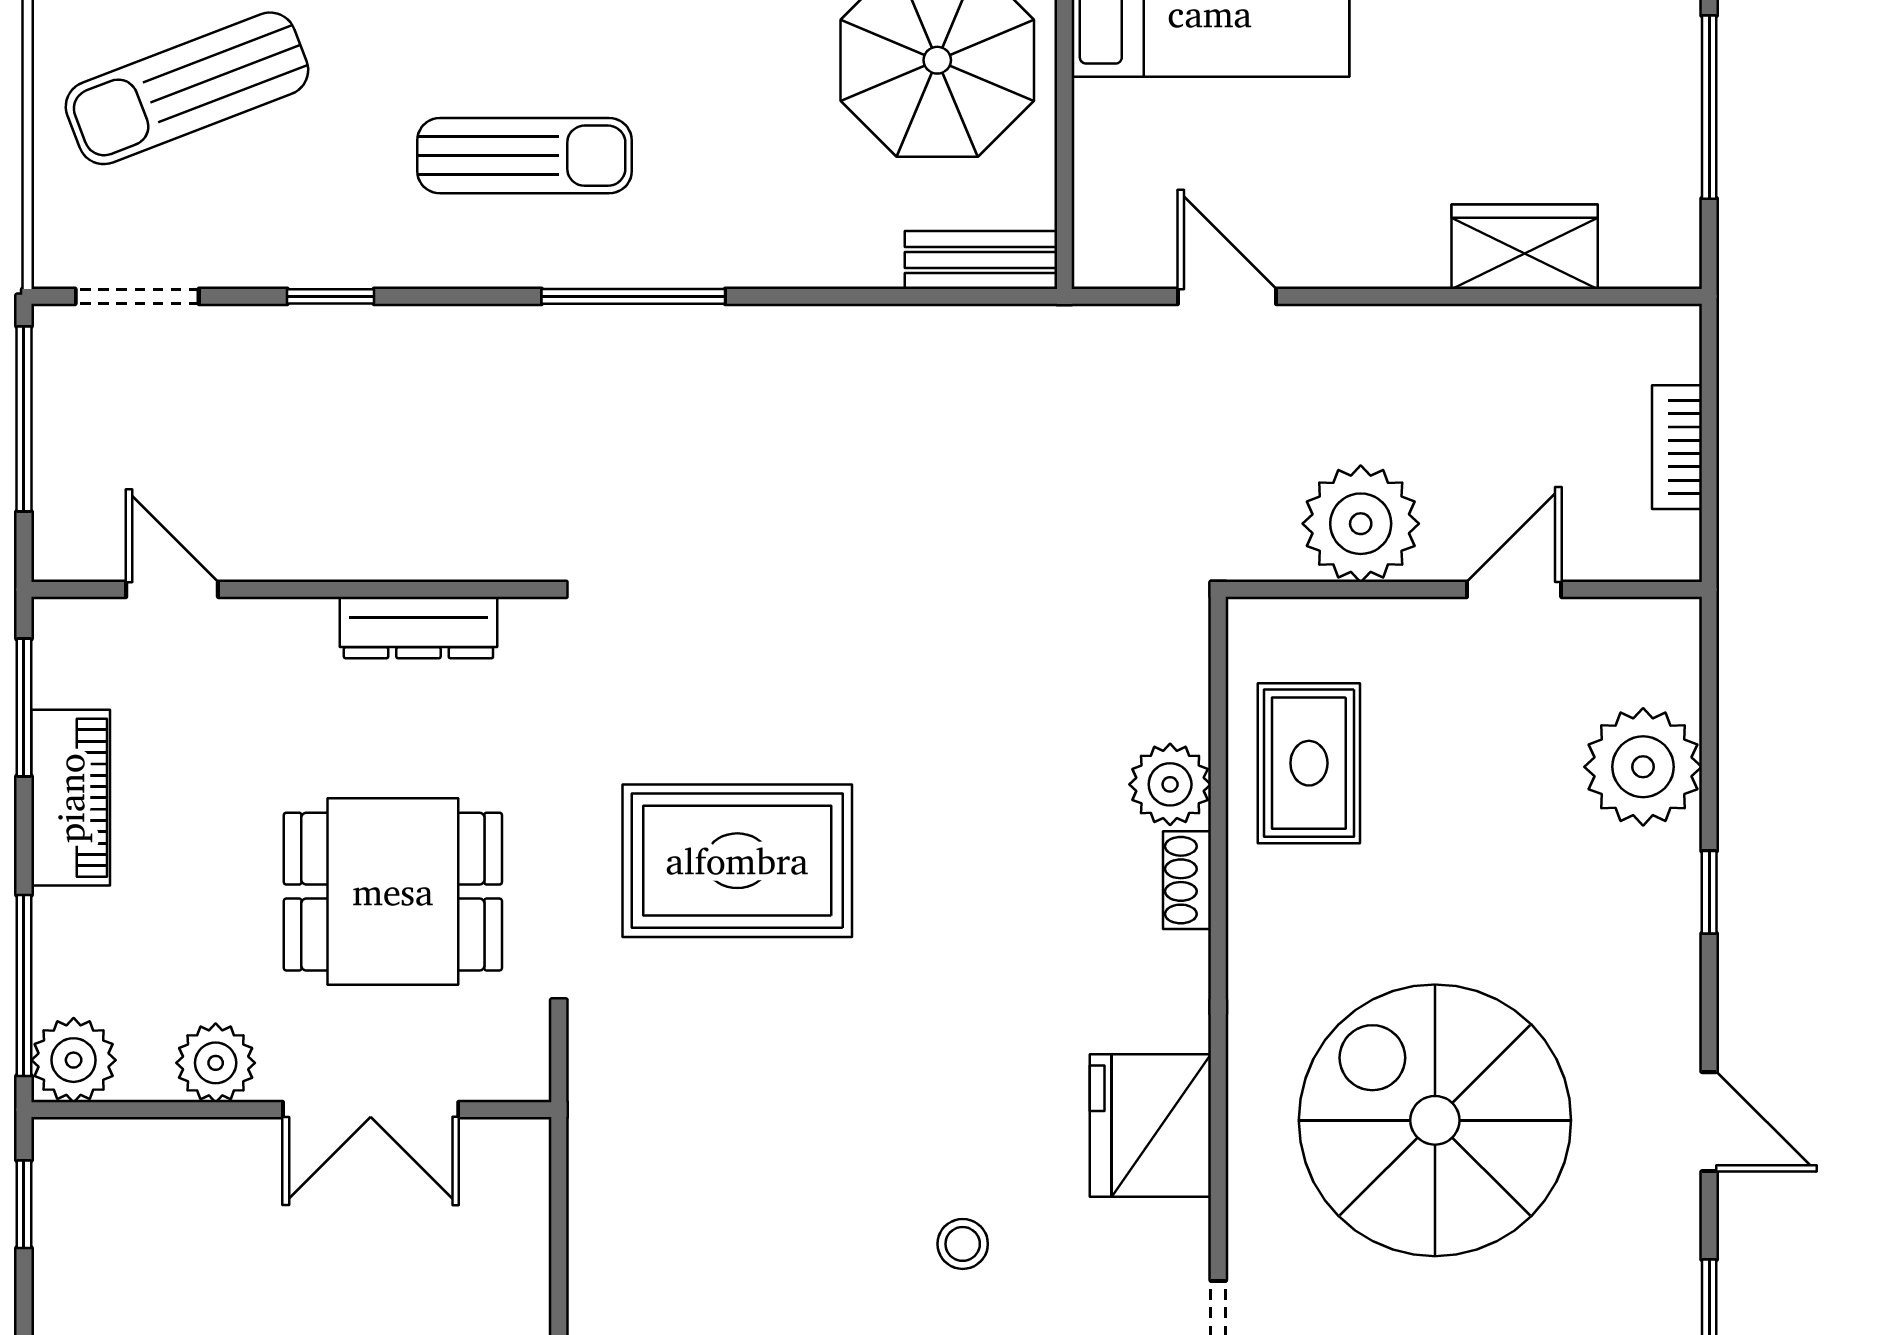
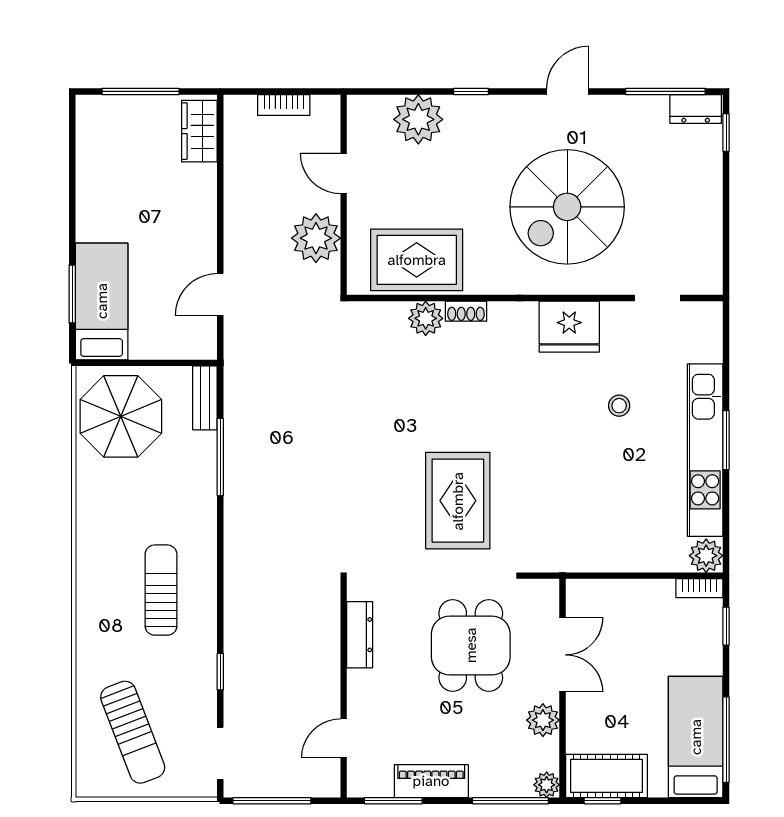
wardrobe: (1525, 247) -> (199, 131), moved
window: (633, 296) -> (220, 457), moved
rug: (1309, 763) -> (417, 260), width x1.36, depth x1.43
plant: (74, 1060) -> (547, 785), width x0.73, depth x0.73
cot: (83, 1214) -> (606, 776), added

